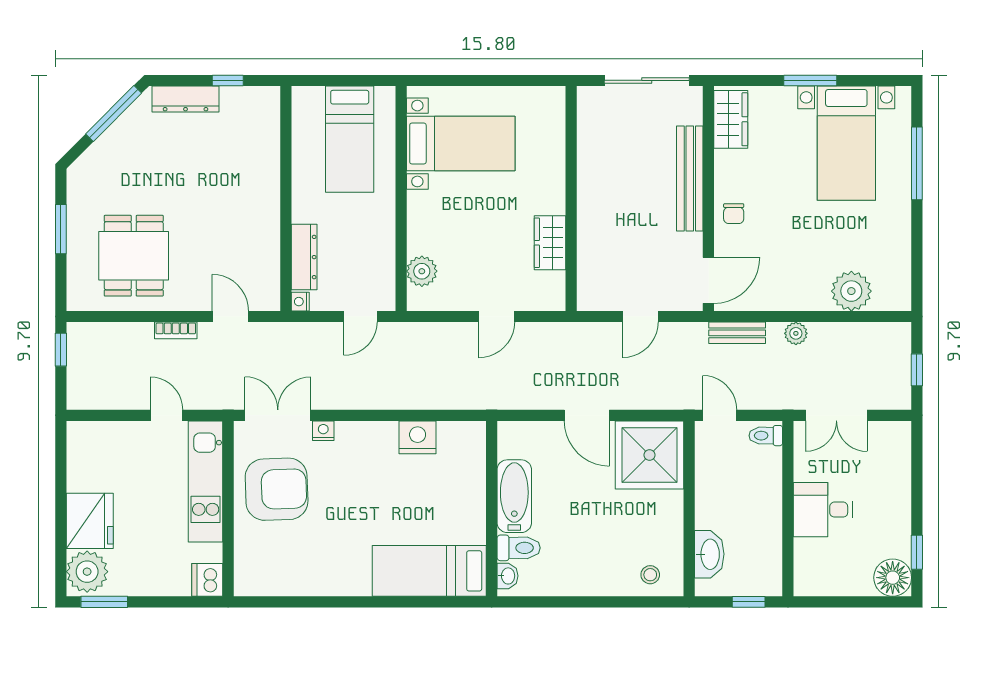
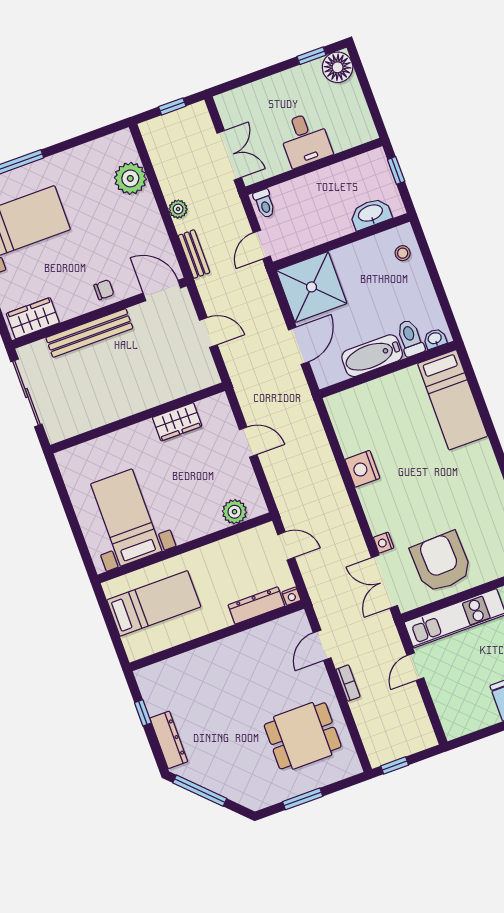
bathtub: (514, 496) -> (372, 356), moved
wall: (492, 509) -> (388, 369), moved
toilet: (519, 548) -> (410, 338), moved
bed: (429, 571) -> (453, 400), moved
washbasin: (507, 576) -> (435, 339), moved

